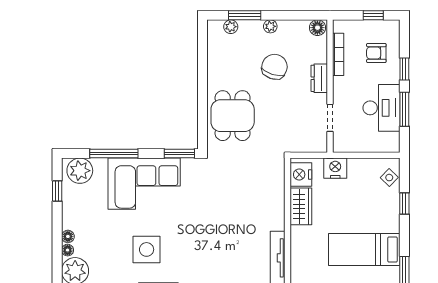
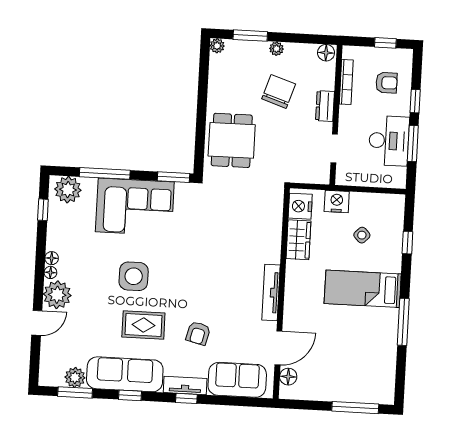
plant: (231, 27) -> (217, 46), moved
armchair: (376, 53) -> (387, 83), turned 180
side table: (389, 178) -> (362, 235), moved

